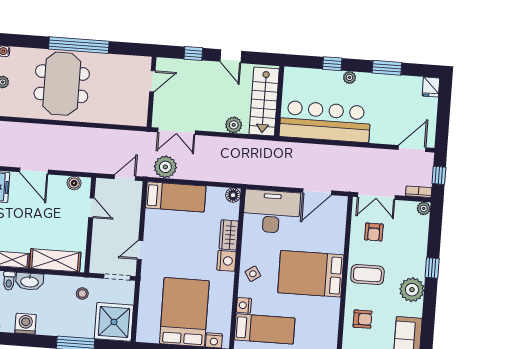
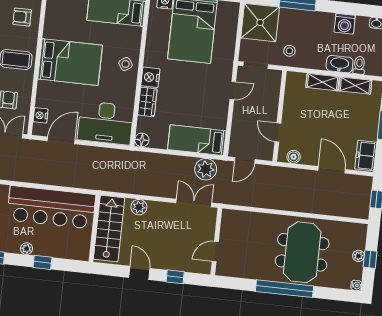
shelving: (55, 260) -> (322, 82), width x0.67, depth x0.75
nightstand: (244, 305) -> (41, 115), moved, turned 180

